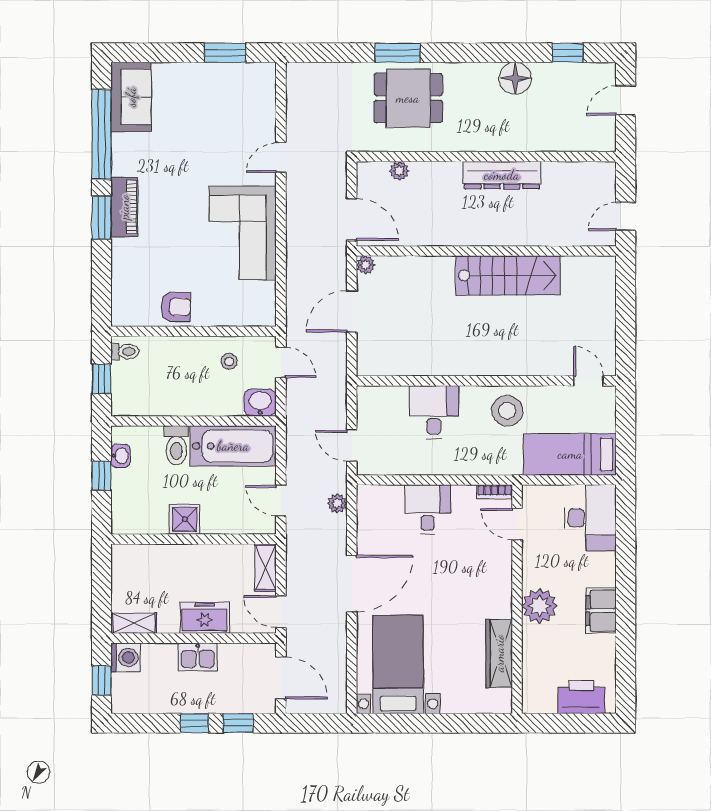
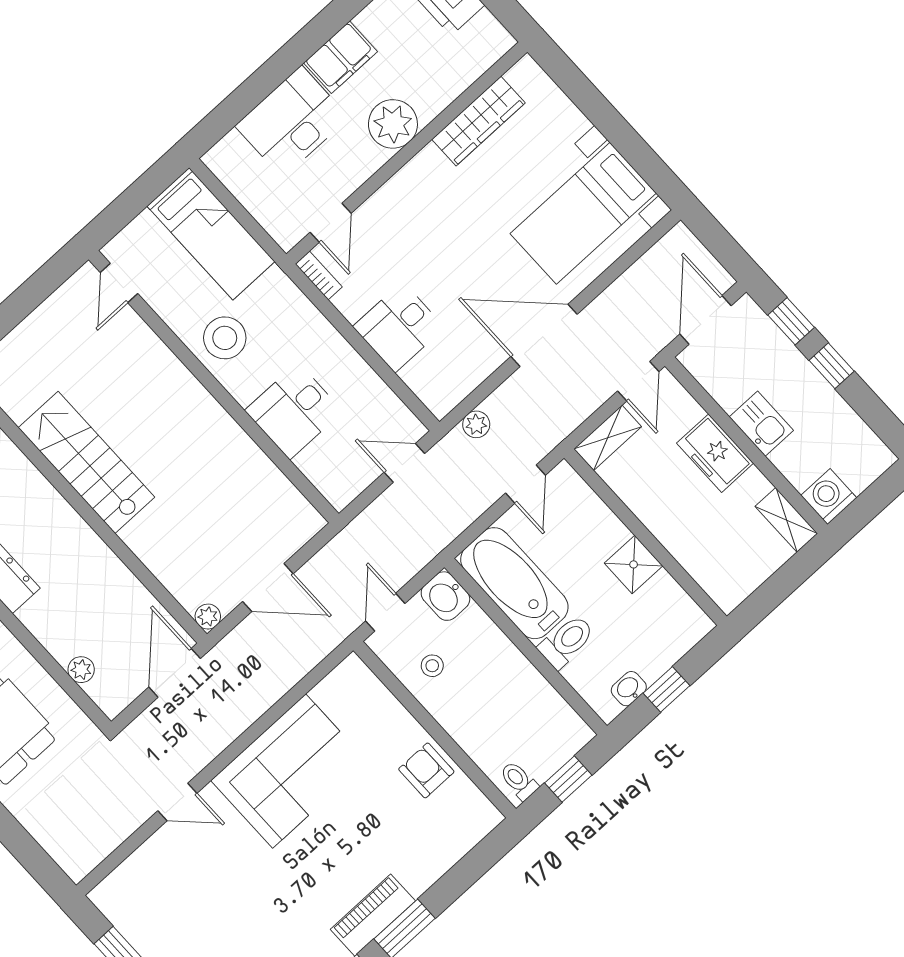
door: (352, 446) -> (404, 463), swing flipped
desk: (590, 518) -> (292, 122), moved
window: (102, 681) -> (874, 500), removed

